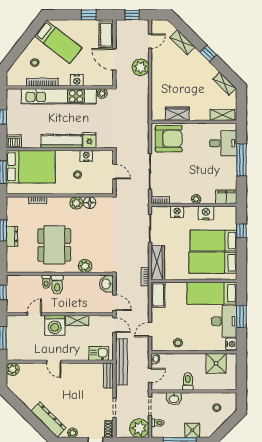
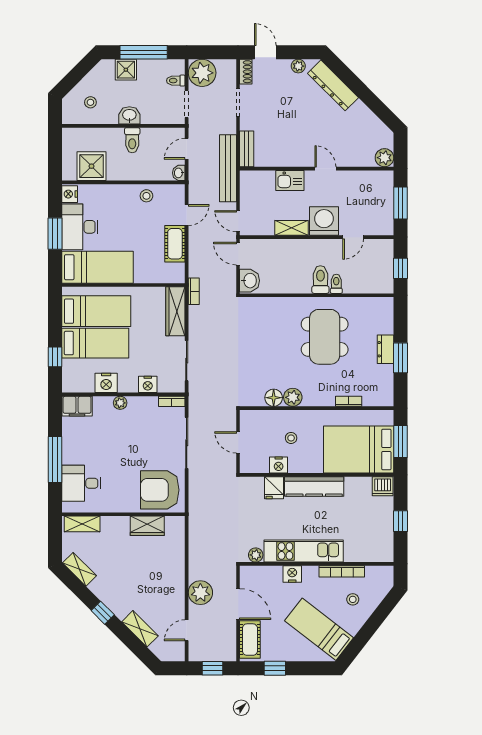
kitchen unit: (59, 96) -> (304, 551), width x0.73
plant: (85, 266) -> (280, 306), removed
cot: (158, 295) -> (175, 244), moved
kitchen sink: (99, 353) -> (290, 180), moved
washbasin: (174, 399) -> (129, 115), moved

